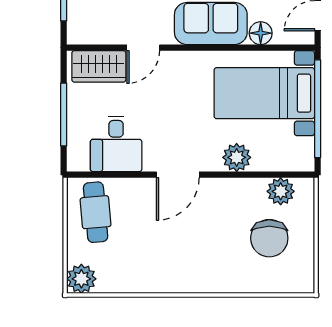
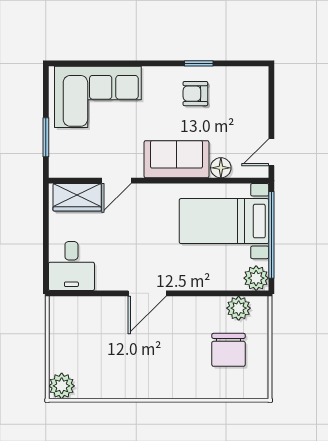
window: (64, 114) -> (46, 240), removed
desk: (116, 144) -> (71, 266), moved
plant: (237, 157) -> (256, 278), moved
cafe table: (96, 212) -> (74, 327), removed

